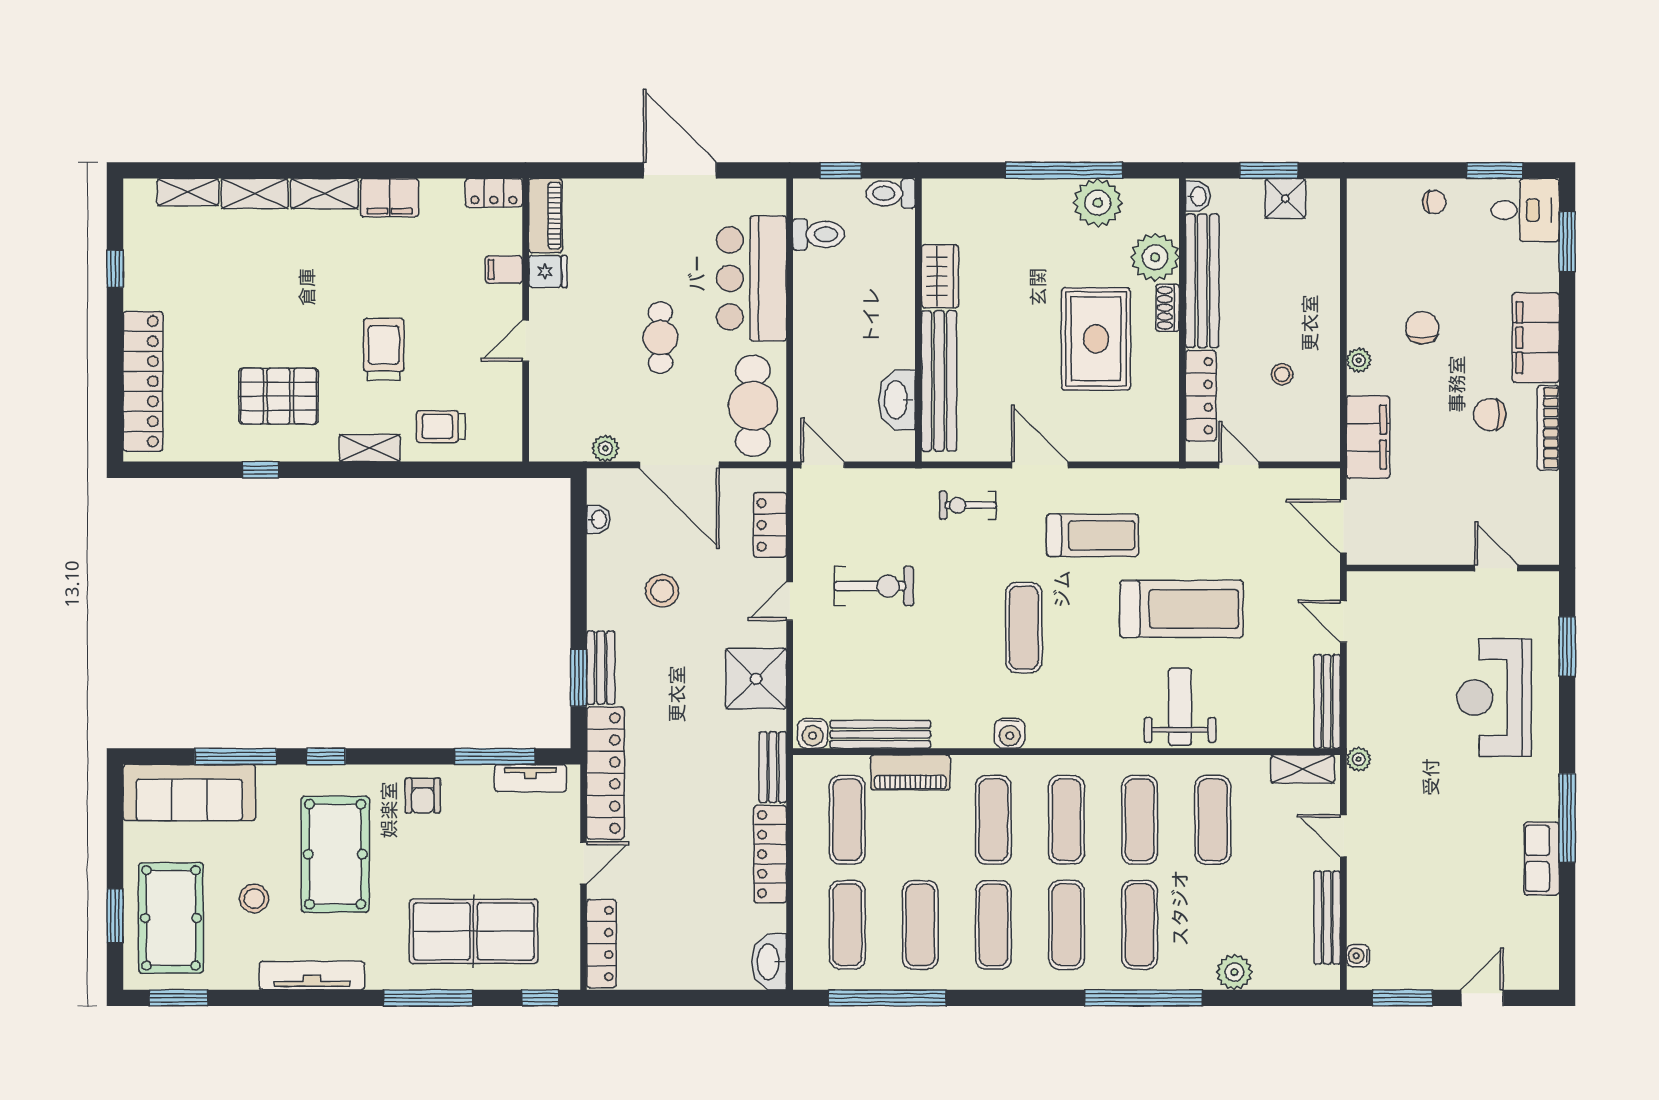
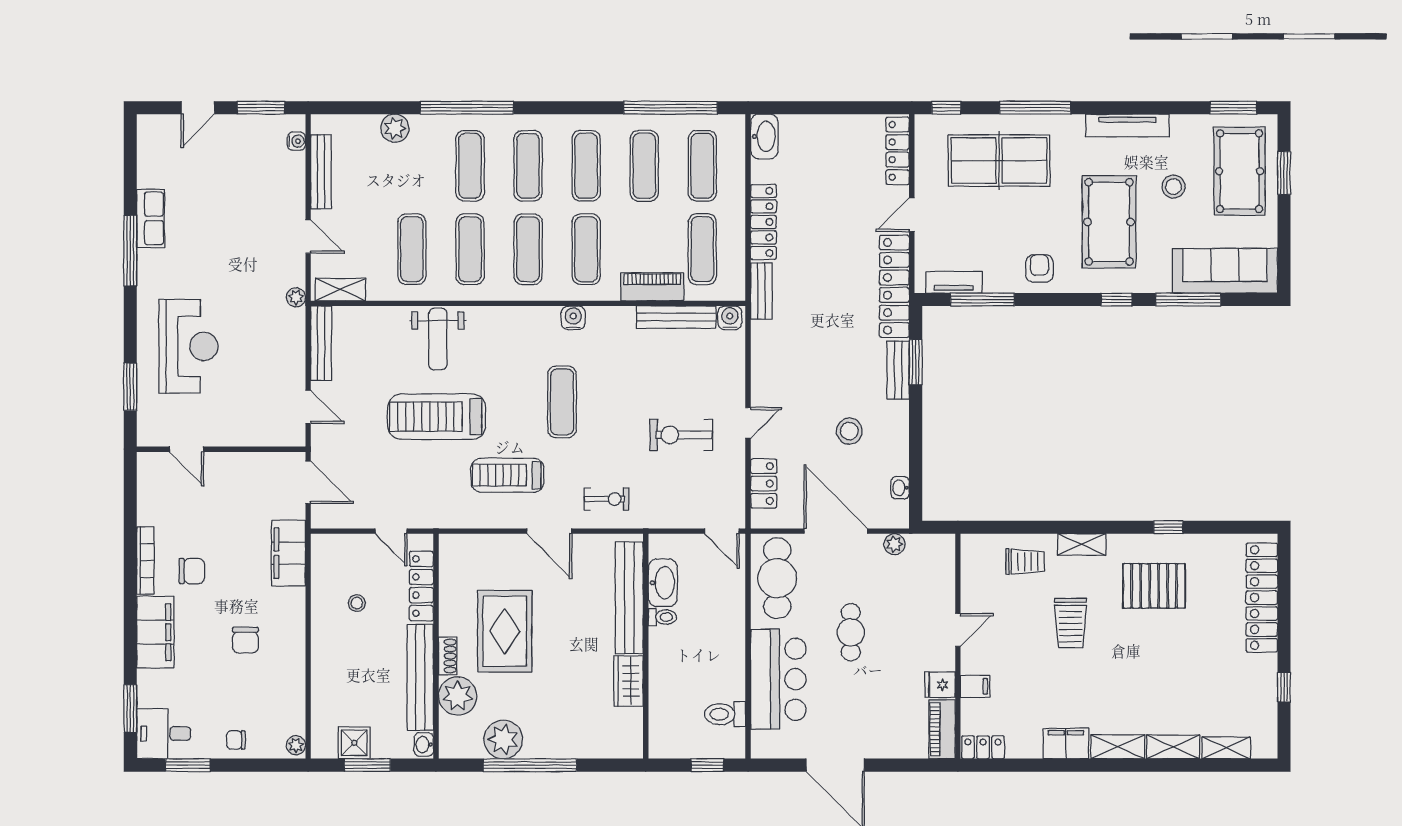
toilet: (891, 193) -> (662, 617), moved, width x0.73, depth x0.72
plant: (1359, 360) -> (296, 745), moved
shower: (756, 679) -> (775, 361), removed

